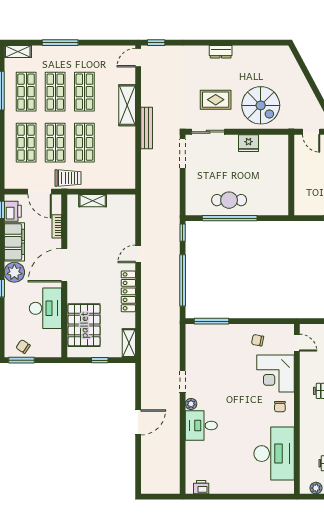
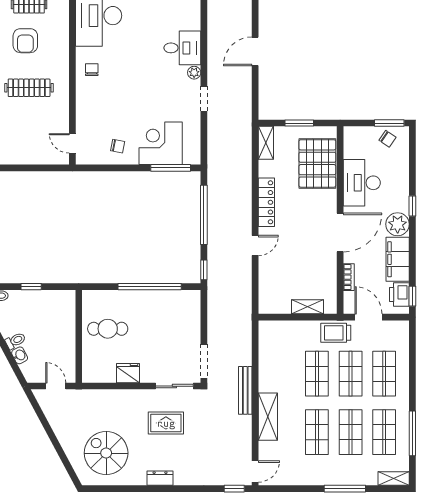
spiral stairs: (261, 105) -> (106, 453), moved
cafe table: (229, 200) -> (108, 329), moved
window: (100, 360) -> (299, 123), width x1.50
corner desk: (275, 374) -> (161, 143), moved, turned -90

